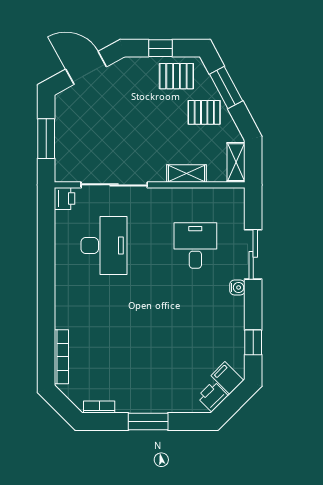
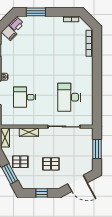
pallet: (176, 76) -> (51, 164), moved
printer: (65, 199) -> (88, 120), removed
desk: (195, 246) -> (25, 97), turned 90
window: (148, 422) -> (36, 12), moved

